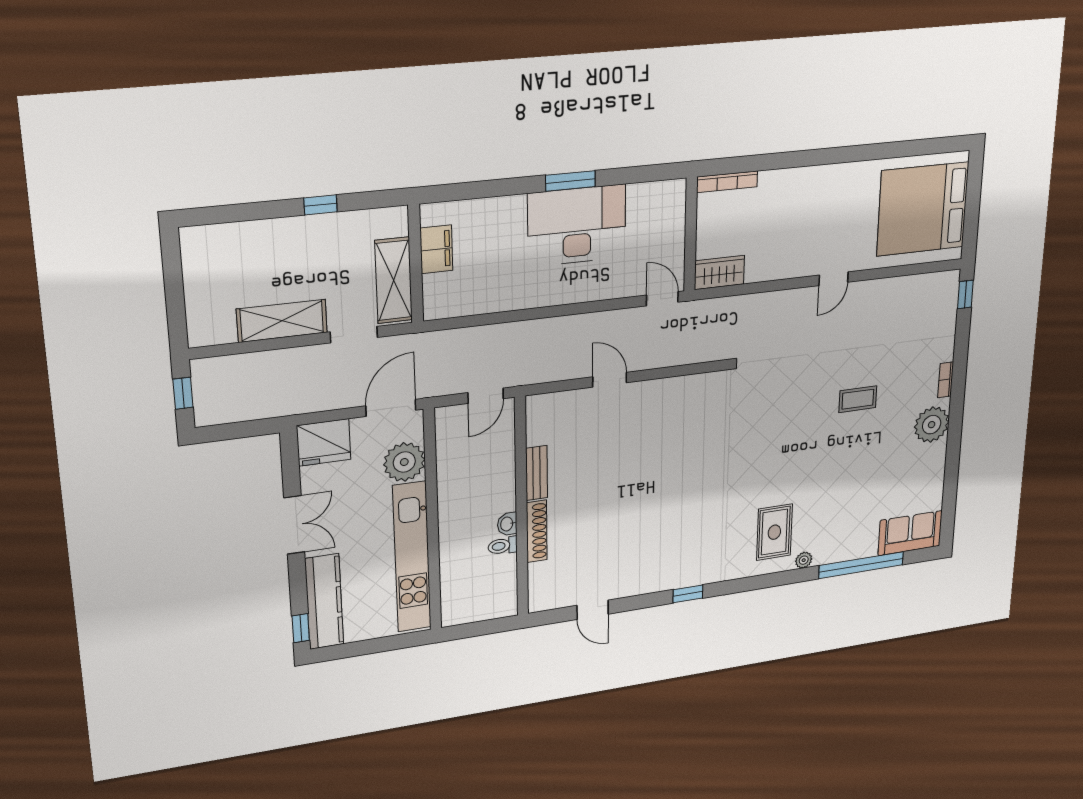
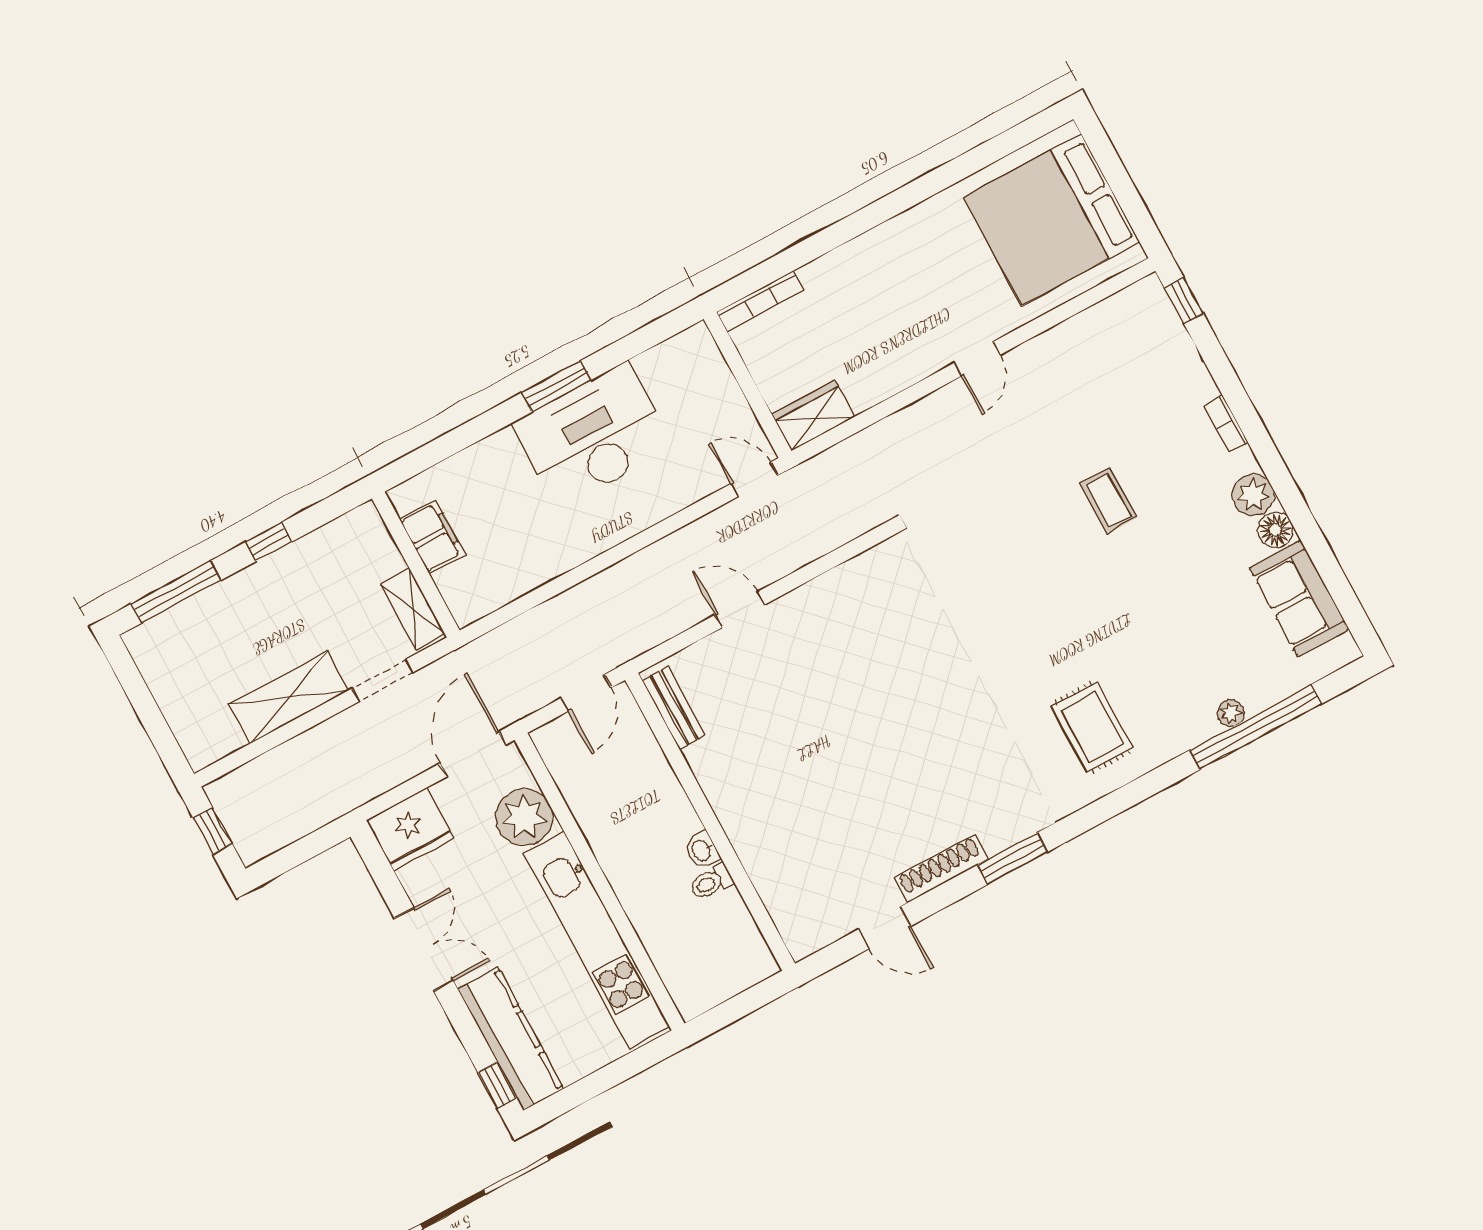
window: (235, 213) -> (176, 592), added
shelving: (394, 280) -> (413, 609), width x0.67, depth x0.75
coffee table: (858, 399) -> (1109, 500), turned 90
plant: (932, 425) -> (1253, 495), width x0.73, depth x0.73
floor lamp: (936, 454) -> (1275, 530), added
bench: (537, 473) -> (674, 708), moved
shoe rack: (537, 531) -> (941, 869), moved, turned -90
sofa: (910, 533) -> (1299, 598), moved, turned -90
plant: (804, 560) -> (1231, 713), moved
window: (688, 594) -> (1012, 858), width x1.50

